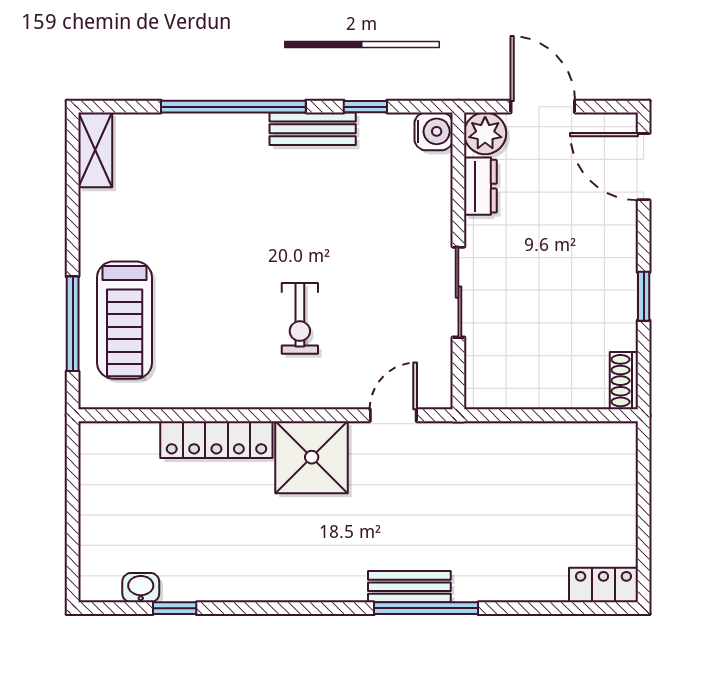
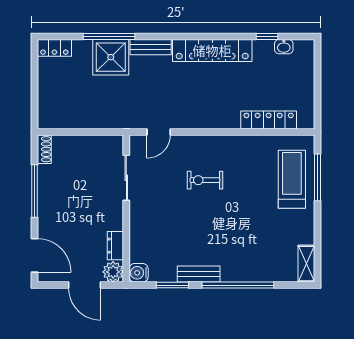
window: (365, 107) -> (172, 285), width x1.50
sliding door: (458, 292) -> (126, 178), moved
window: (644, 296) -> (34, 191), width x2.17
exercise bike: (300, 318) -> (205, 180), turned -90
locker: (216, 440) -> (269, 120), moved
shower: (312, 457) -> (111, 57), moved
locker: (285, 580) -> (212, 50), added
window: (426, 608) -> (109, 36), moved

